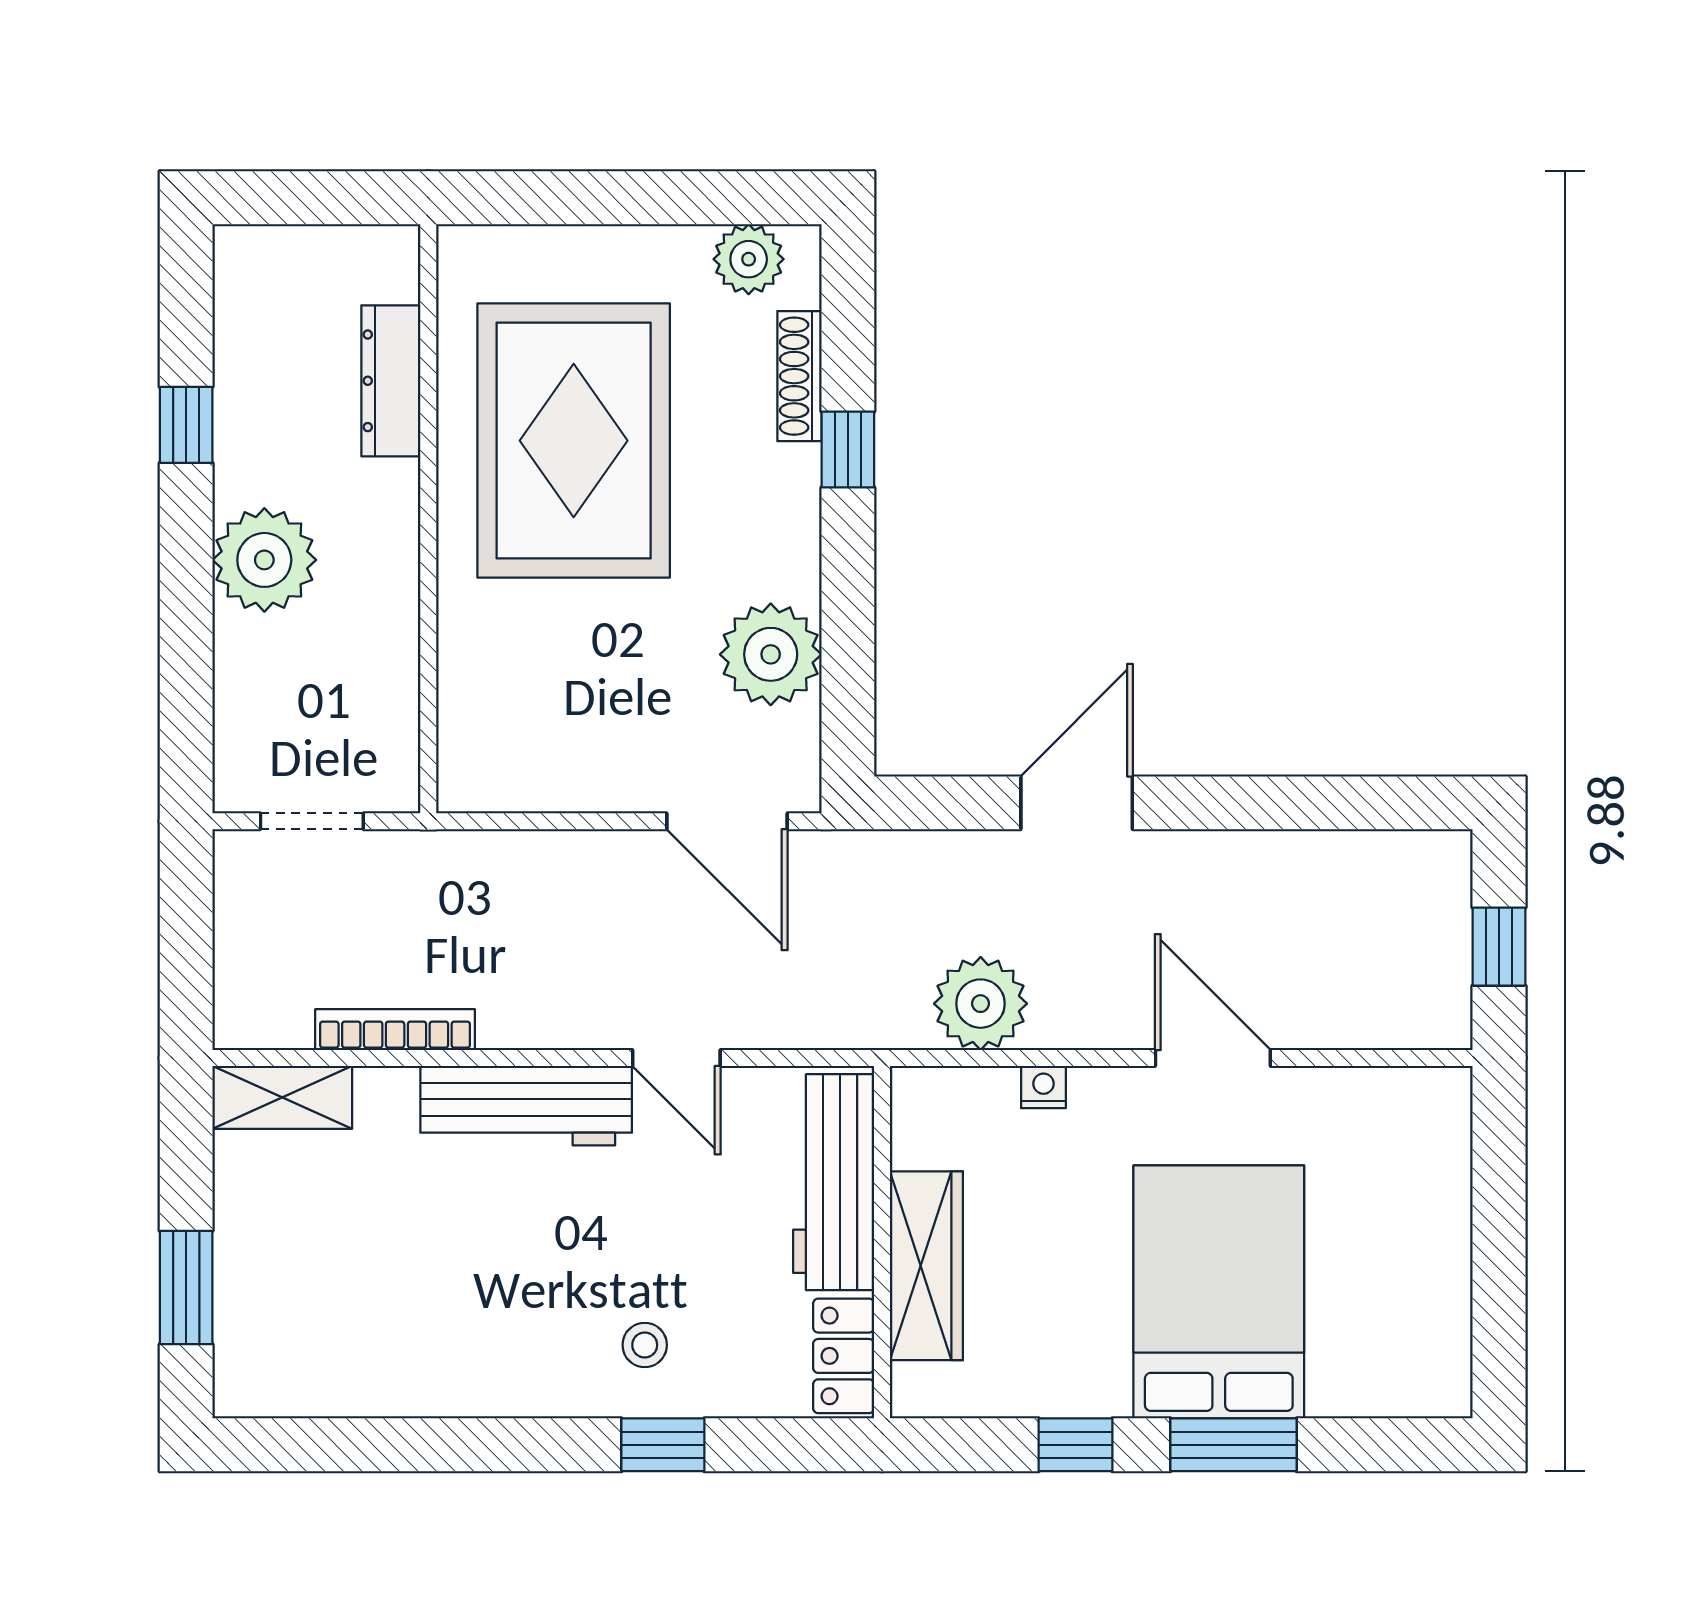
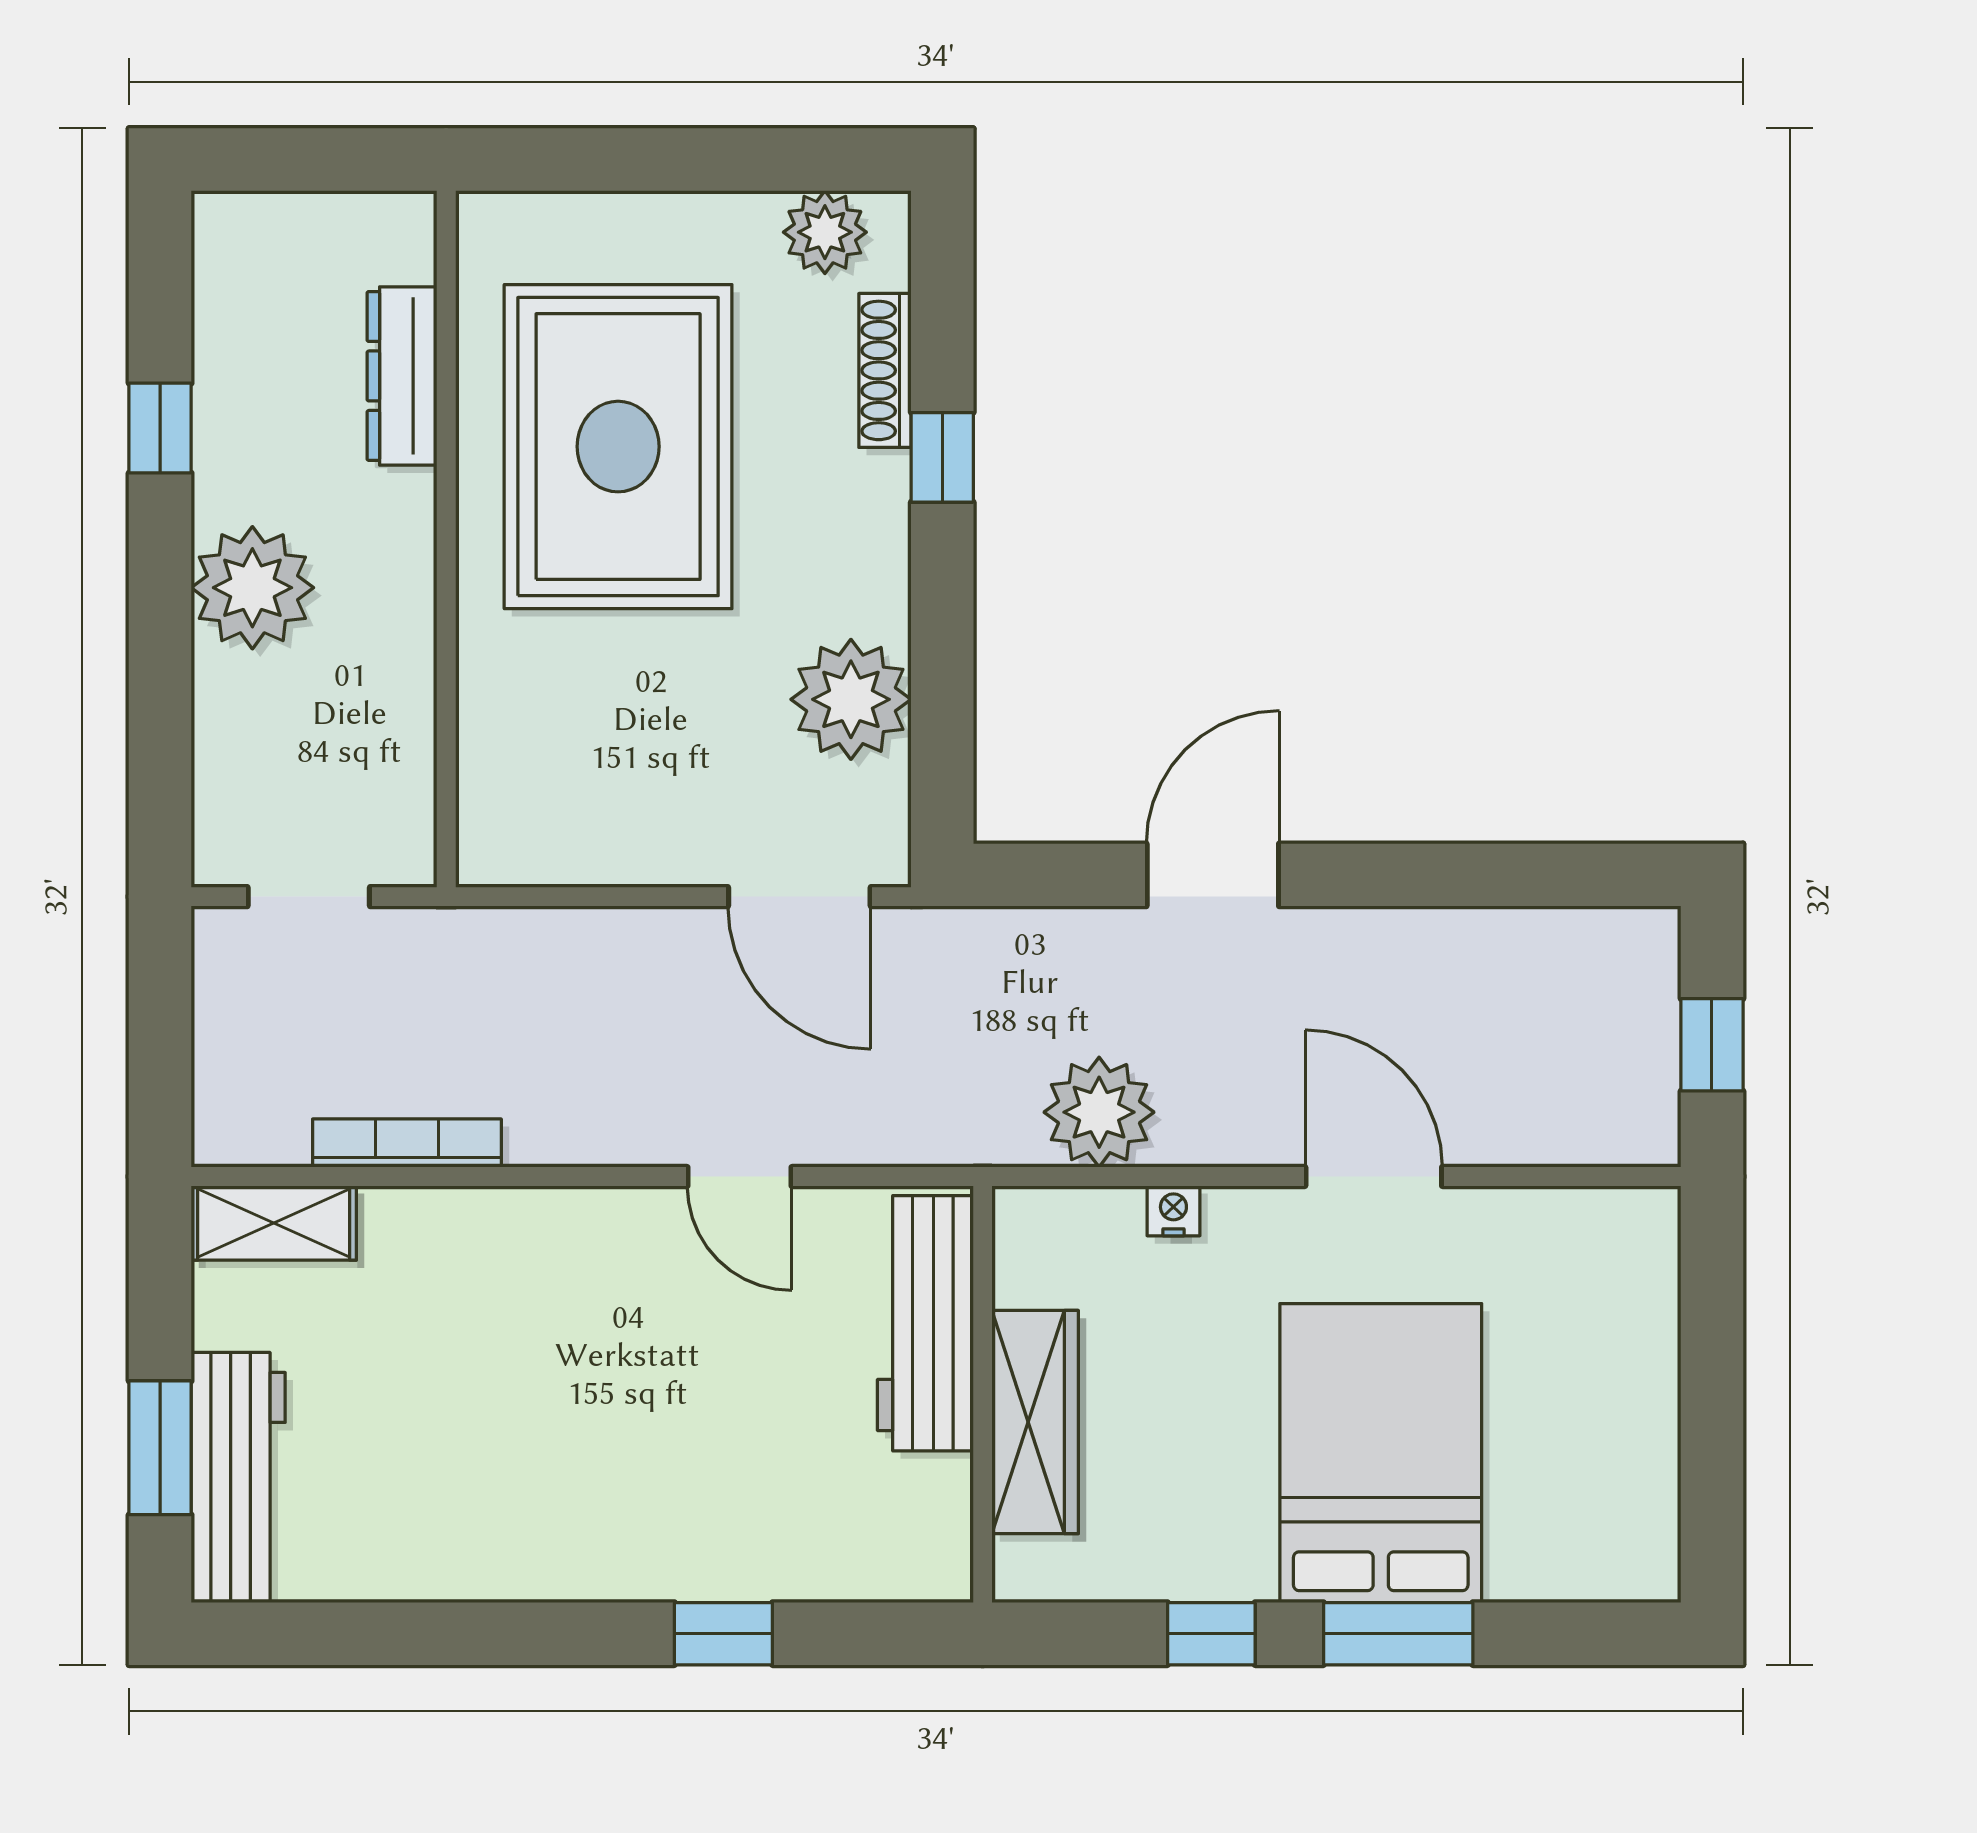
workbench: (526, 1106) -> (238, 1478), moved, turned -90
stool: (645, 1345) -> (702, 1516), removed
locker: (844, 1356) -> (937, 1529), removed

